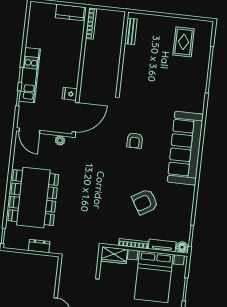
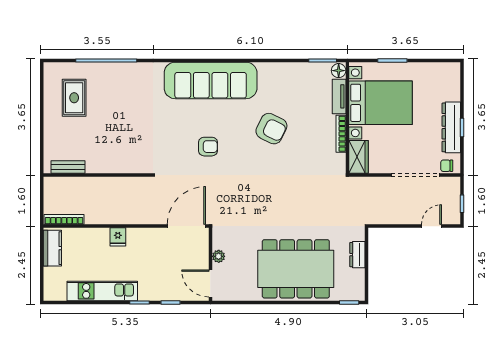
rug: (184, 42) -> (74, 98), turned 90
kitchen unit: (30, 75) -> (102, 291), moved
fridge: (70, 94) -> (118, 237), moved
door: (76, 117) -> (186, 226), hinge flipped
door: (29, 131) -> (210, 284), swing flipped
plant: (60, 140) -> (219, 256), moved
armchair: (145, 202) -> (271, 129), moved, turned -33

